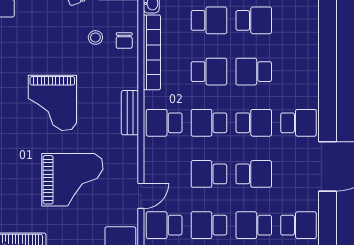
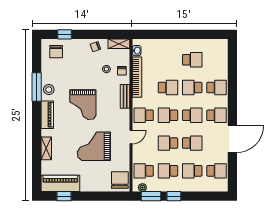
school desk: (209, 20) -> (217, 88), moved
bench: (130, 113) -> (125, 96), moved
grand piano: (72, 180) -> (94, 146), turned 180
door: (141, 196) -> (131, 137), moved

